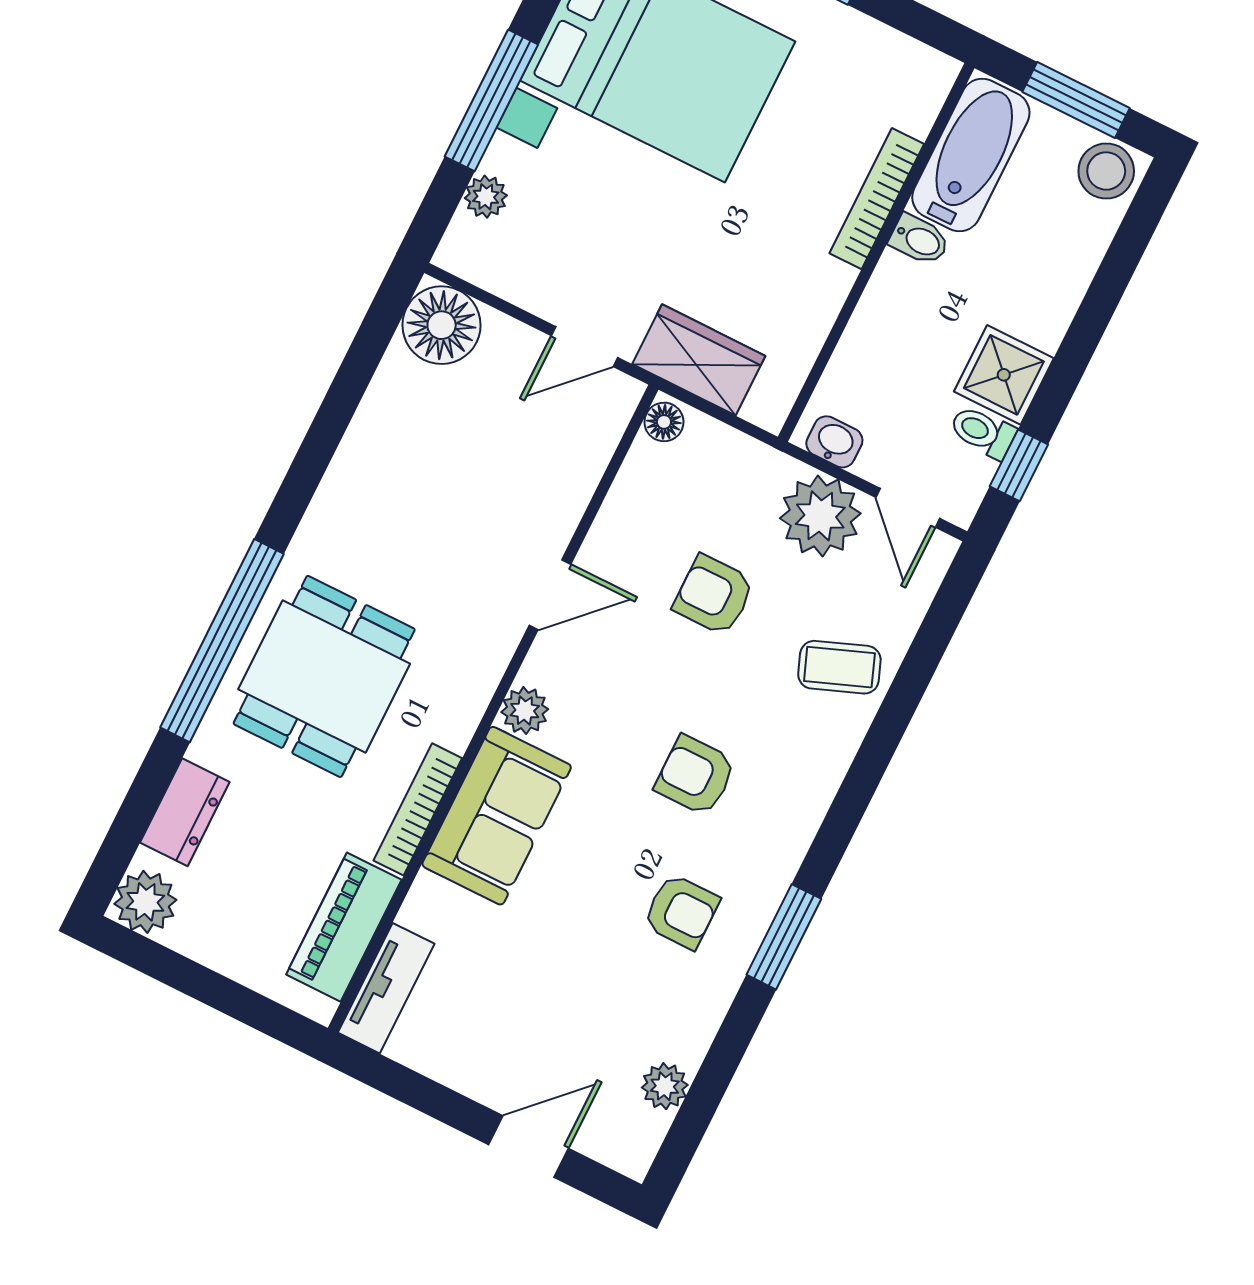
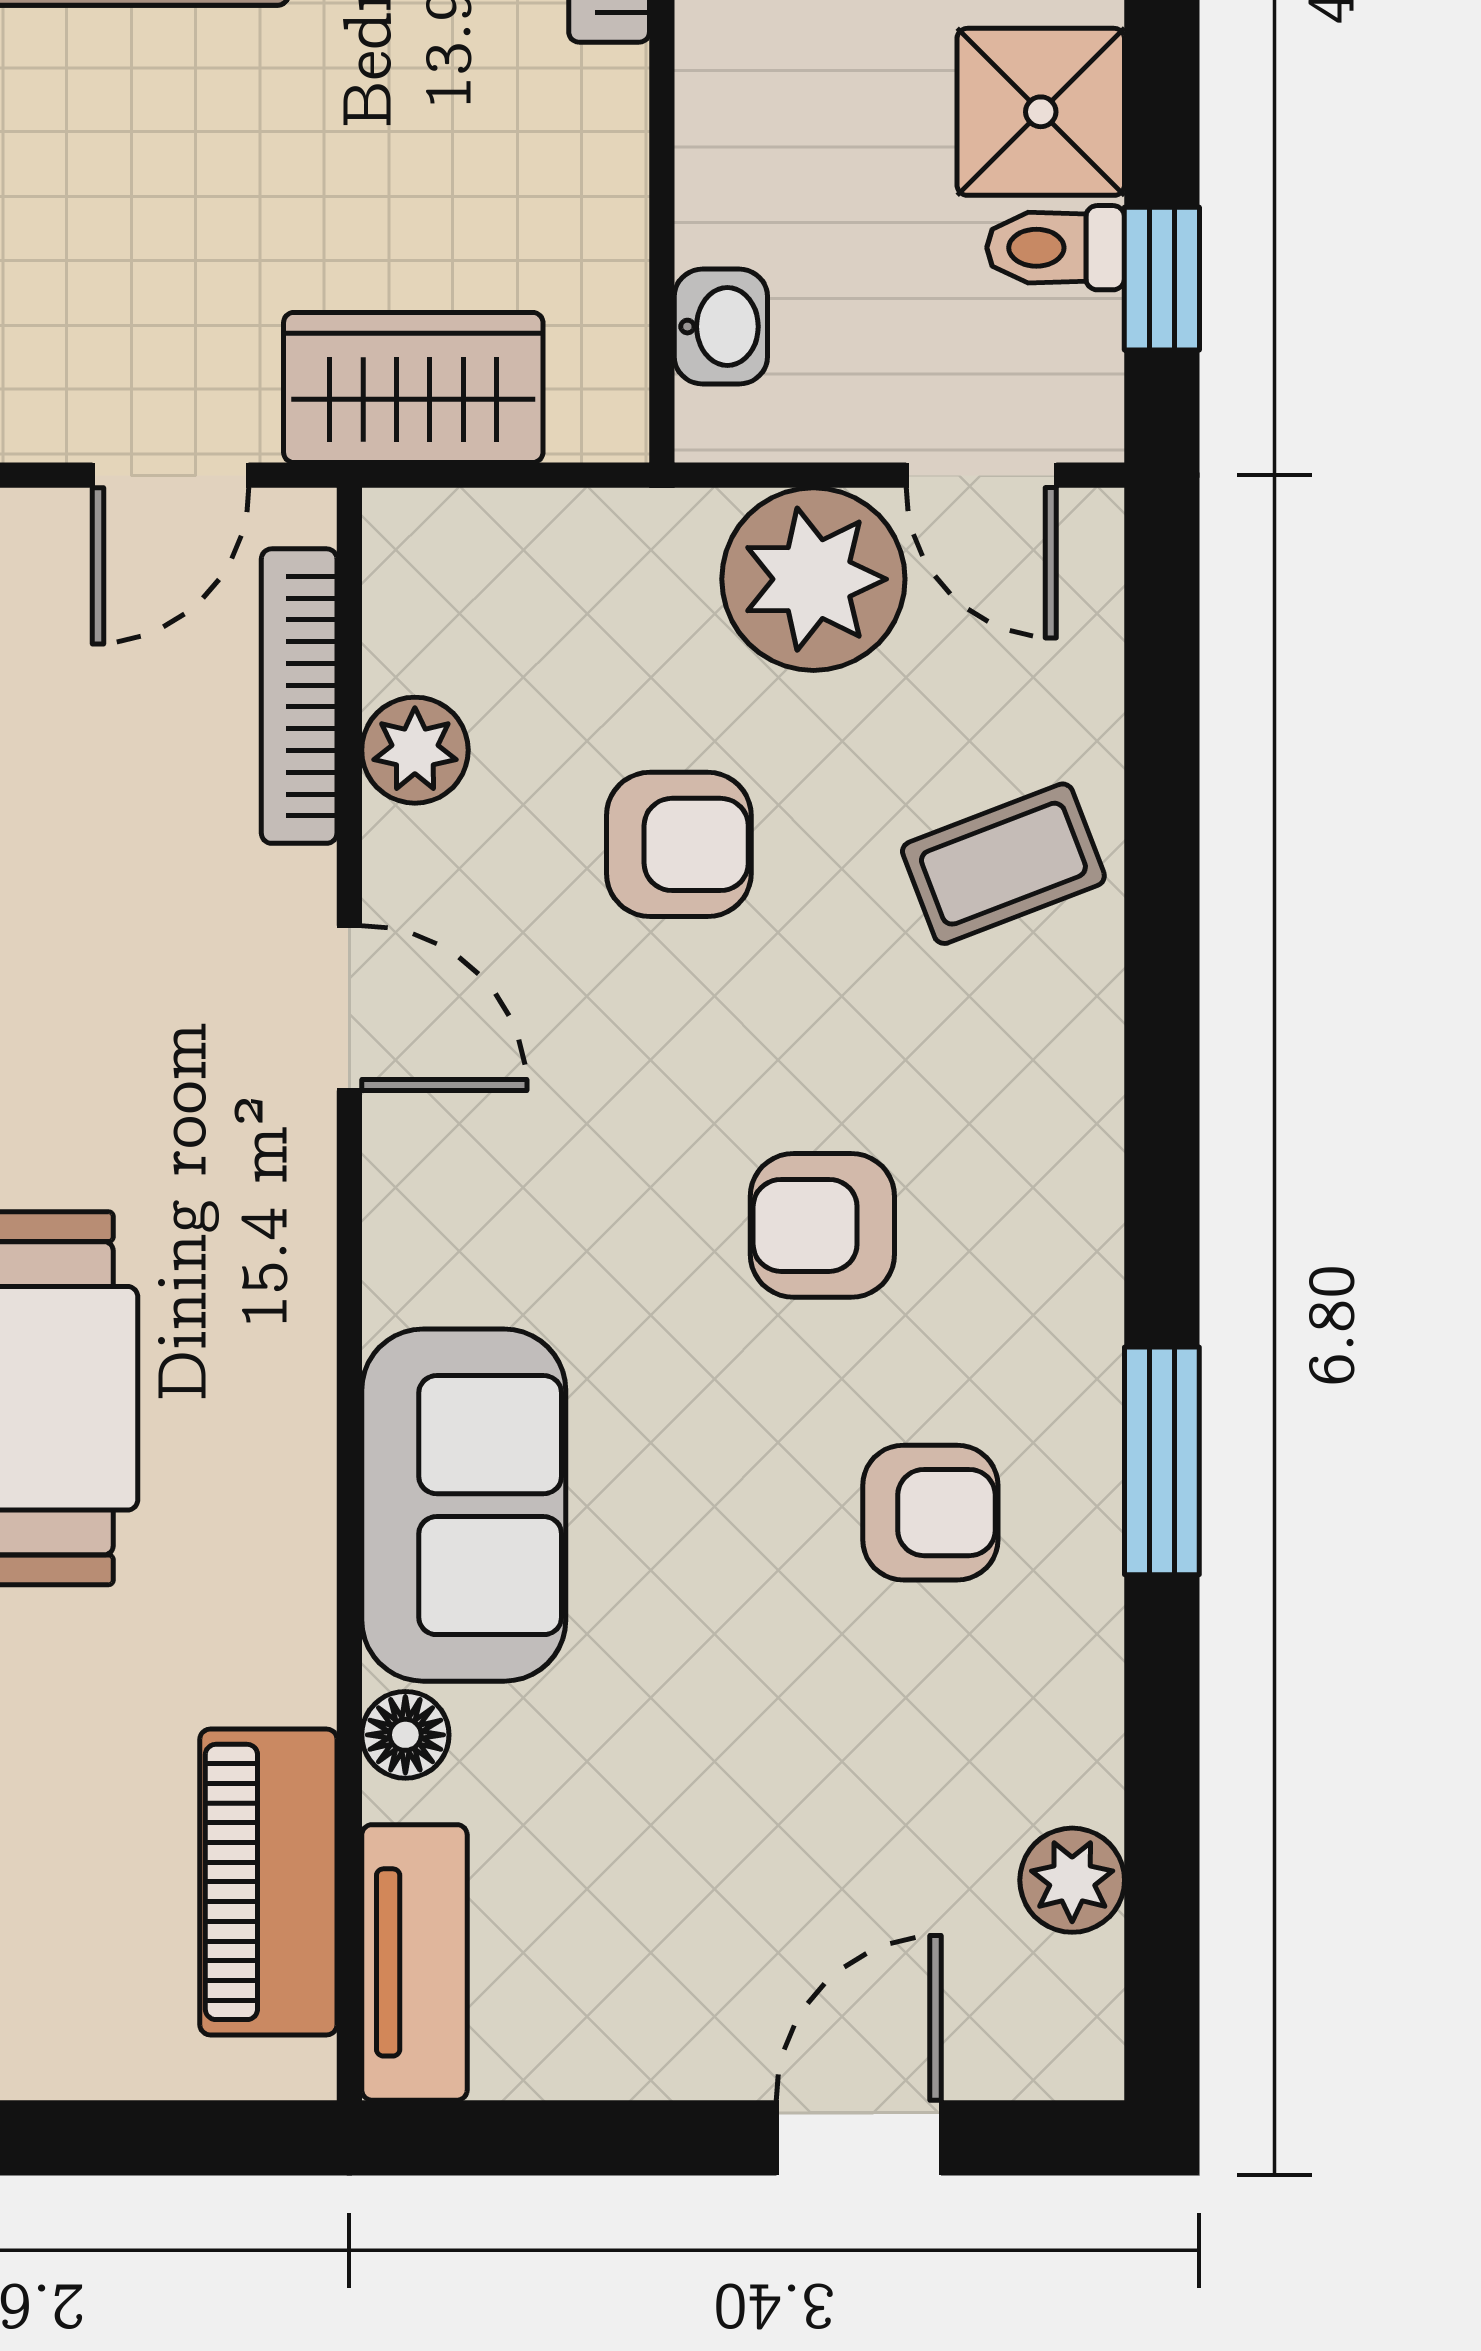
floor lamp: (664, 422) -> (405, 1735), moved
washbasin: (834, 442) -> (721, 327), moved, turned 90
door: (550, 595) -> (349, 1008), hinge flipped
armchair: (714, 595) -> (679, 844), turned 180
plant: (525, 711) -> (415, 750), moved
bookcase: (418, 809) -> (299, 696), moved

